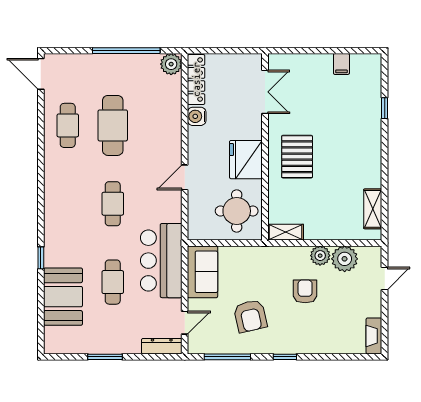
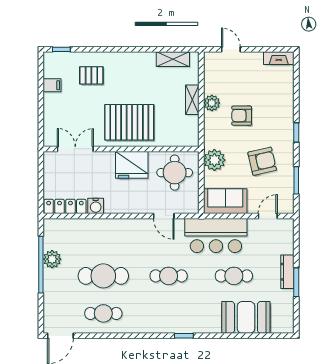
plant: (171, 64) -> (52, 259), moved
window: (385, 108) -> (61, 49), moved
pallet: (353, 111) -> (91, 75), added
pallet: (297, 157) -> (129, 122), width x1.37, depth x1.41
door: (185, 177) -> (164, 216), moved
shelving: (286, 232) -> (192, 100), moved
window: (41, 258) -> (184, 336), moved
plant: (345, 259) -> (214, 160), moved
door: (185, 323) -> (268, 216), hinge flipped
dresser: (162, 346) -> (287, 272), moved
window: (227, 357) -> (296, 180), width x0.69

